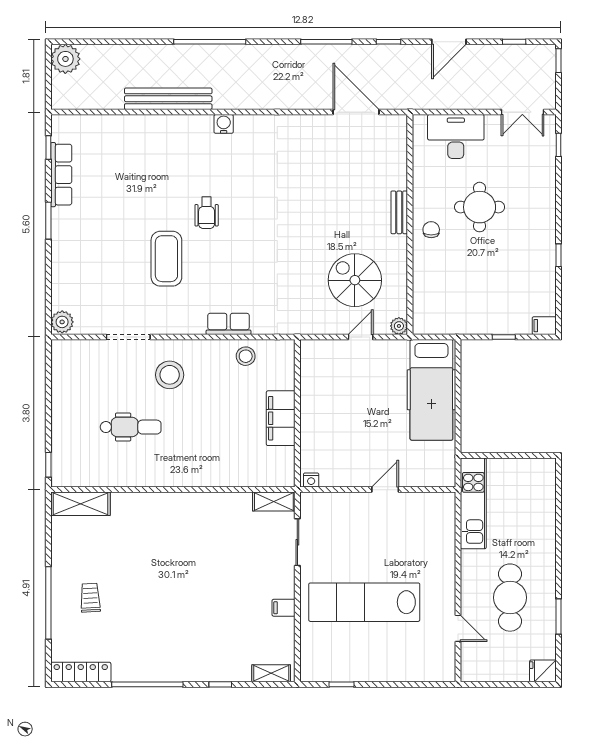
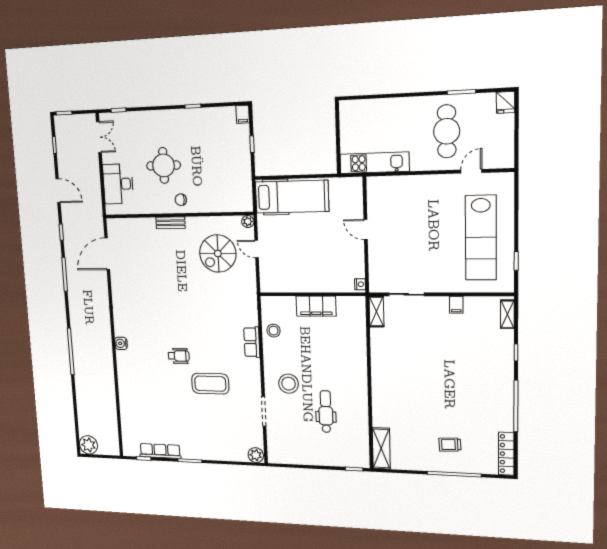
bench: (168, 99) -> (108, 380), removed
cafe table: (510, 598) -> (447, 131), turned 90
lab bench: (364, 602) -> (481, 238), moved

